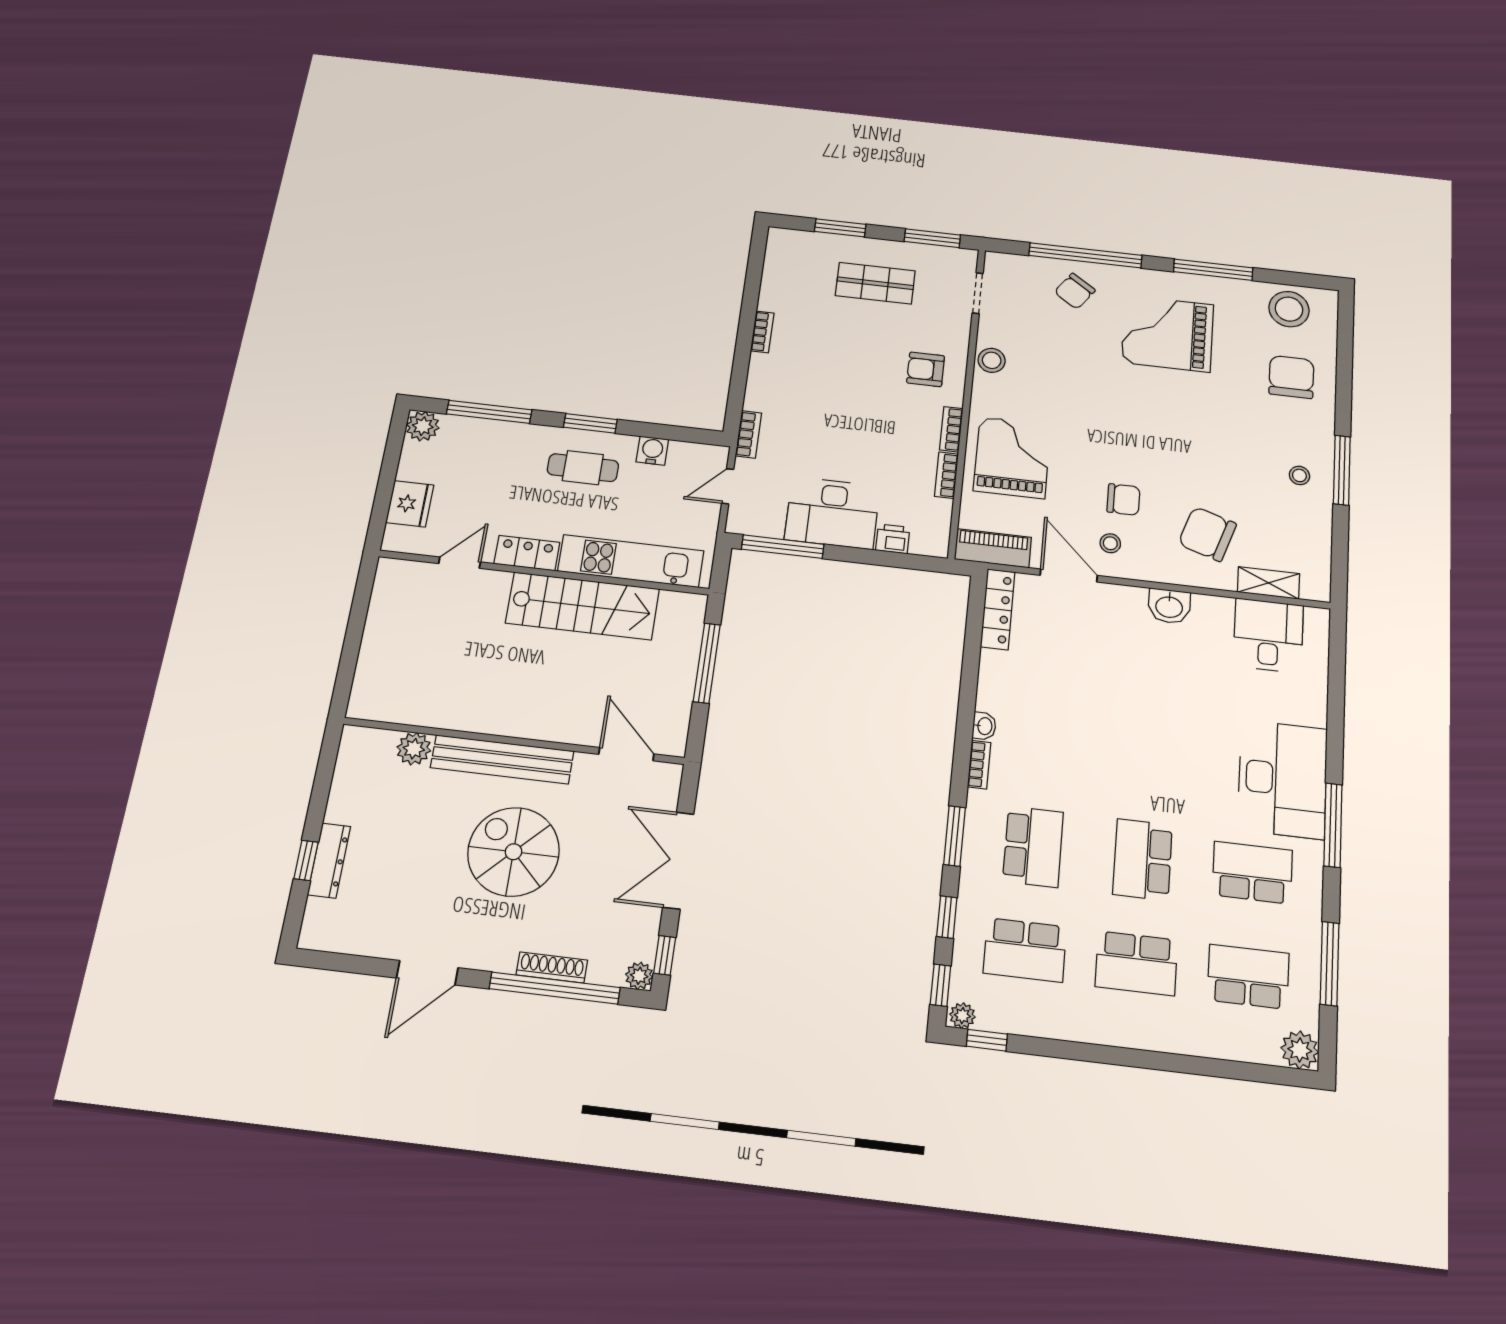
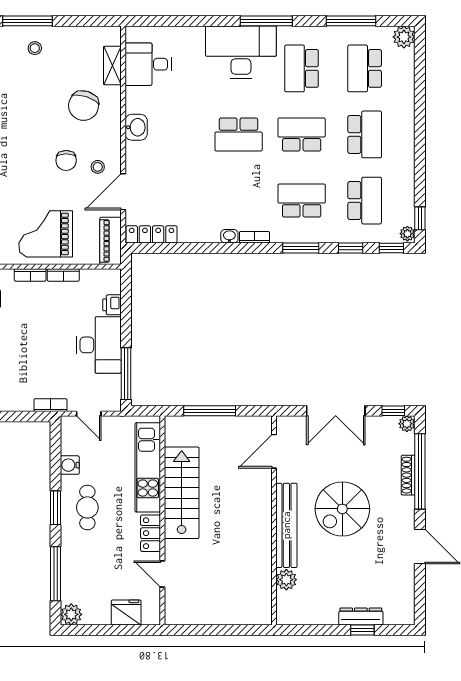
chair: (1123, 499) -> (66, 160), turned 180
school desk: (1149, 760) -> (239, 134), added
school desk: (1143, 860) -> (302, 134), turned 180

